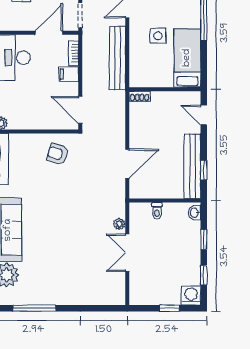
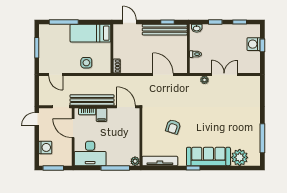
side table: (158, 36) -> (86, 63), moved
bench: (117, 58) -> (92, 100), moved
door: (80, 110) -> (126, 107), swing flipped
door: (204, 115) -> (130, 22), swing flipped
armchair: (58, 154) -> (173, 127), moved
double door: (127, 253) -> (224, 74), swing flipped
washing machine: (191, 296) -> (254, 44), moved

